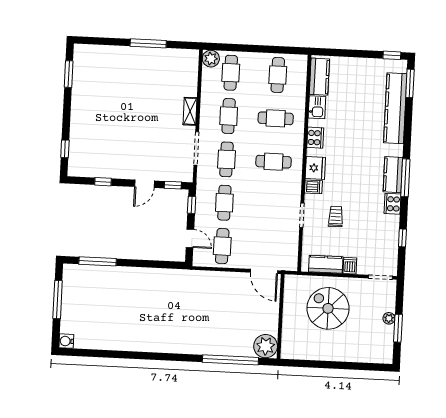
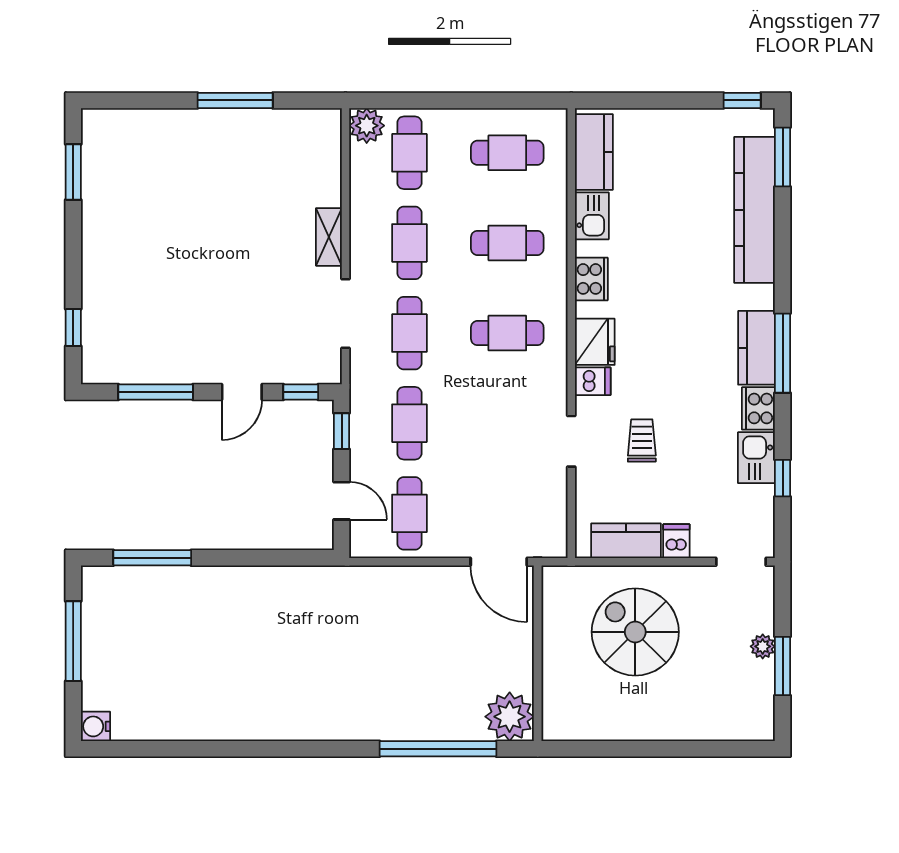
cafe table: (278, 75) -> (507, 153), turned 90
window: (103, 182) -> (156, 392), width x2.17
kitchen sink: (390, 227) -> (756, 458), added

